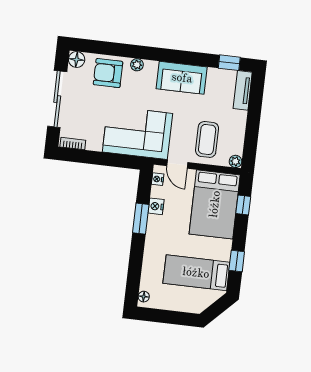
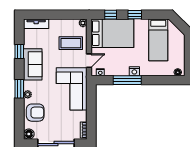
window: (147, 53) -> (19, 89), added
window: (229, 63) -> (19, 52), moved
armchair: (108, 73) -> (35, 113), turned -90
nightstand: (156, 206) -> (134, 71), moved
window: (141, 219) -> (127, 80), width x1.44
window: (237, 261) -> (135, 15), moved

